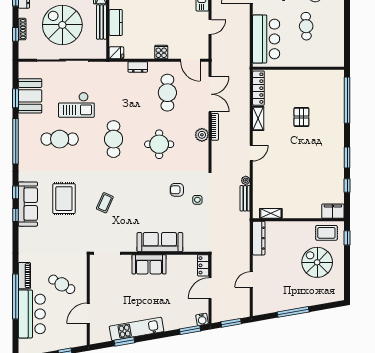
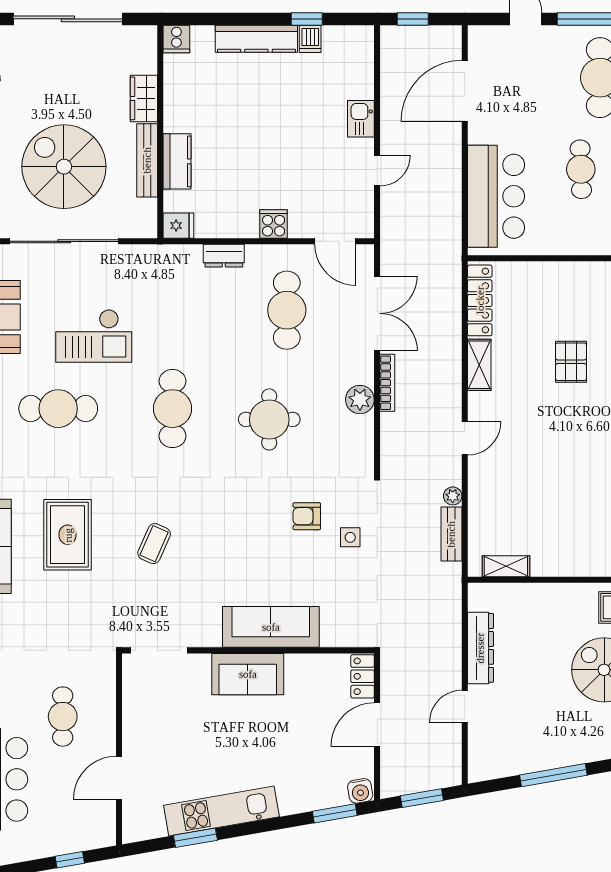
dresser: (259, 238) -> (480, 648), moved
cafe table: (62, 284) -> (63, 717), turned 61

